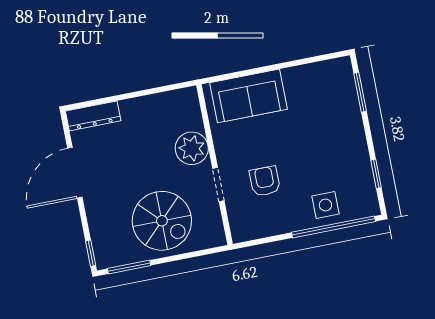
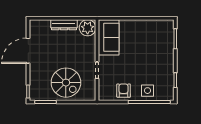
sofa: (249, 96) -> (109, 37), moved, turned -90
dresser: (93, 116) -> (64, 25), moved
plant: (192, 148) -> (88, 28), moved
armchair: (265, 181) -> (124, 91), moved

